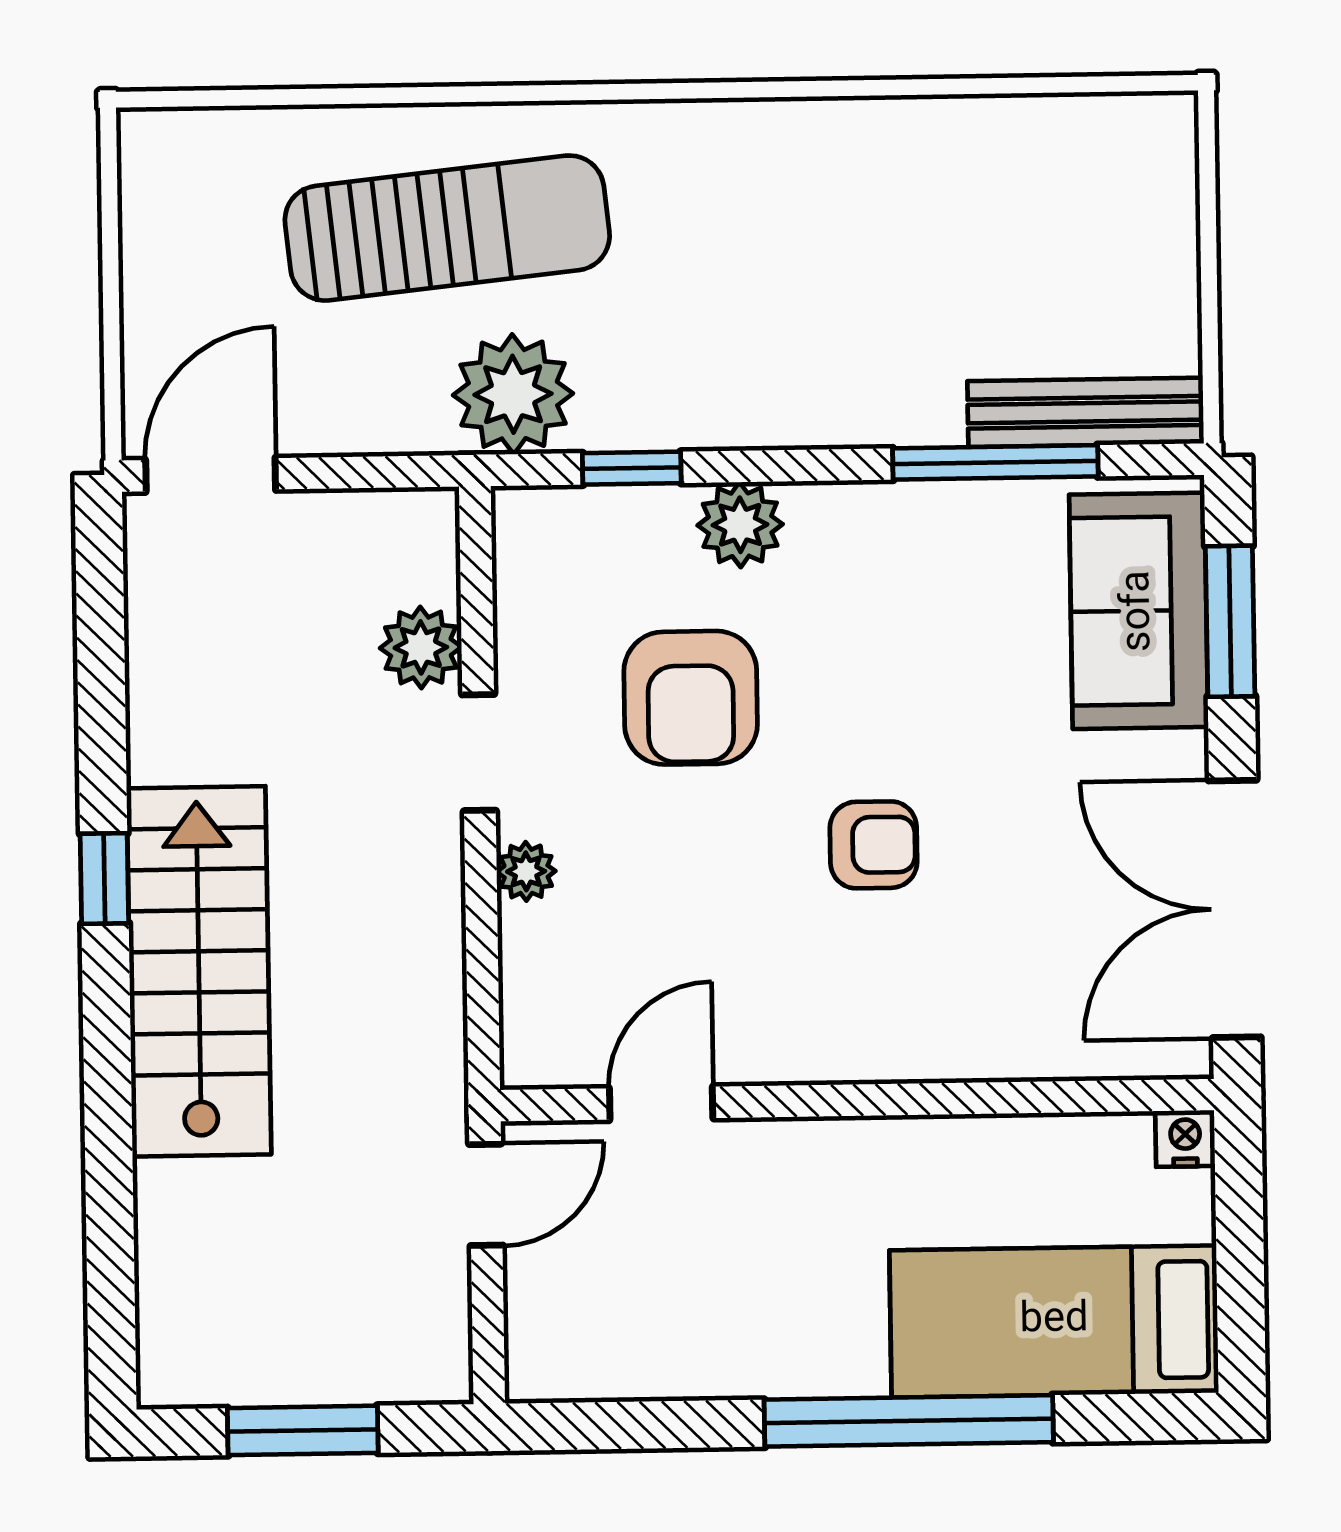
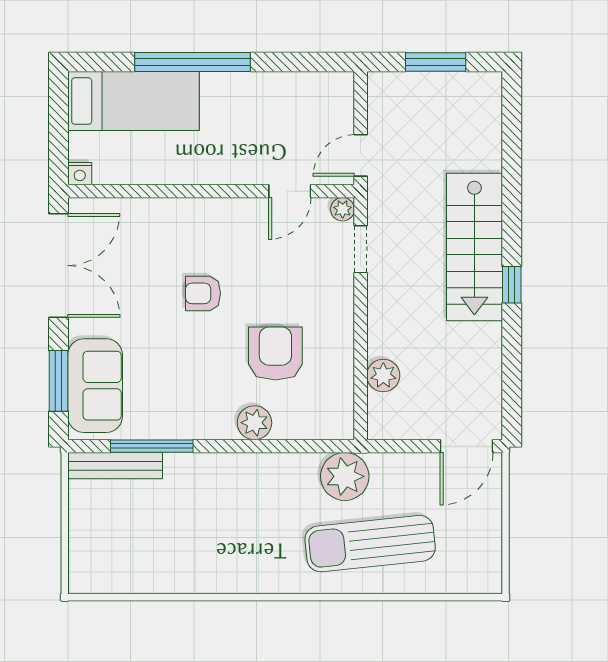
window: (632, 468) -> (298, 446), removed
doorway: (479, 753) -> (361, 249), moved
plant: (526, 871) -> (343, 209), moved

